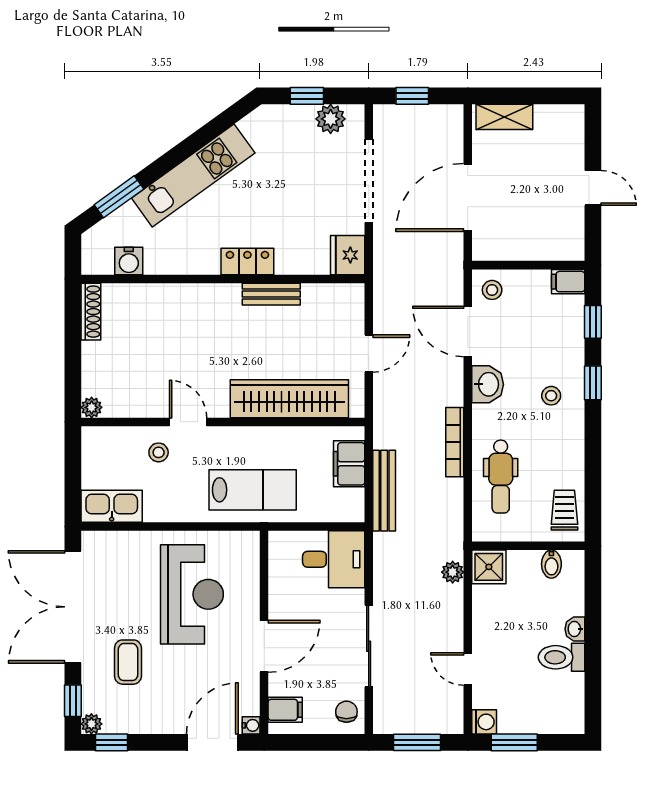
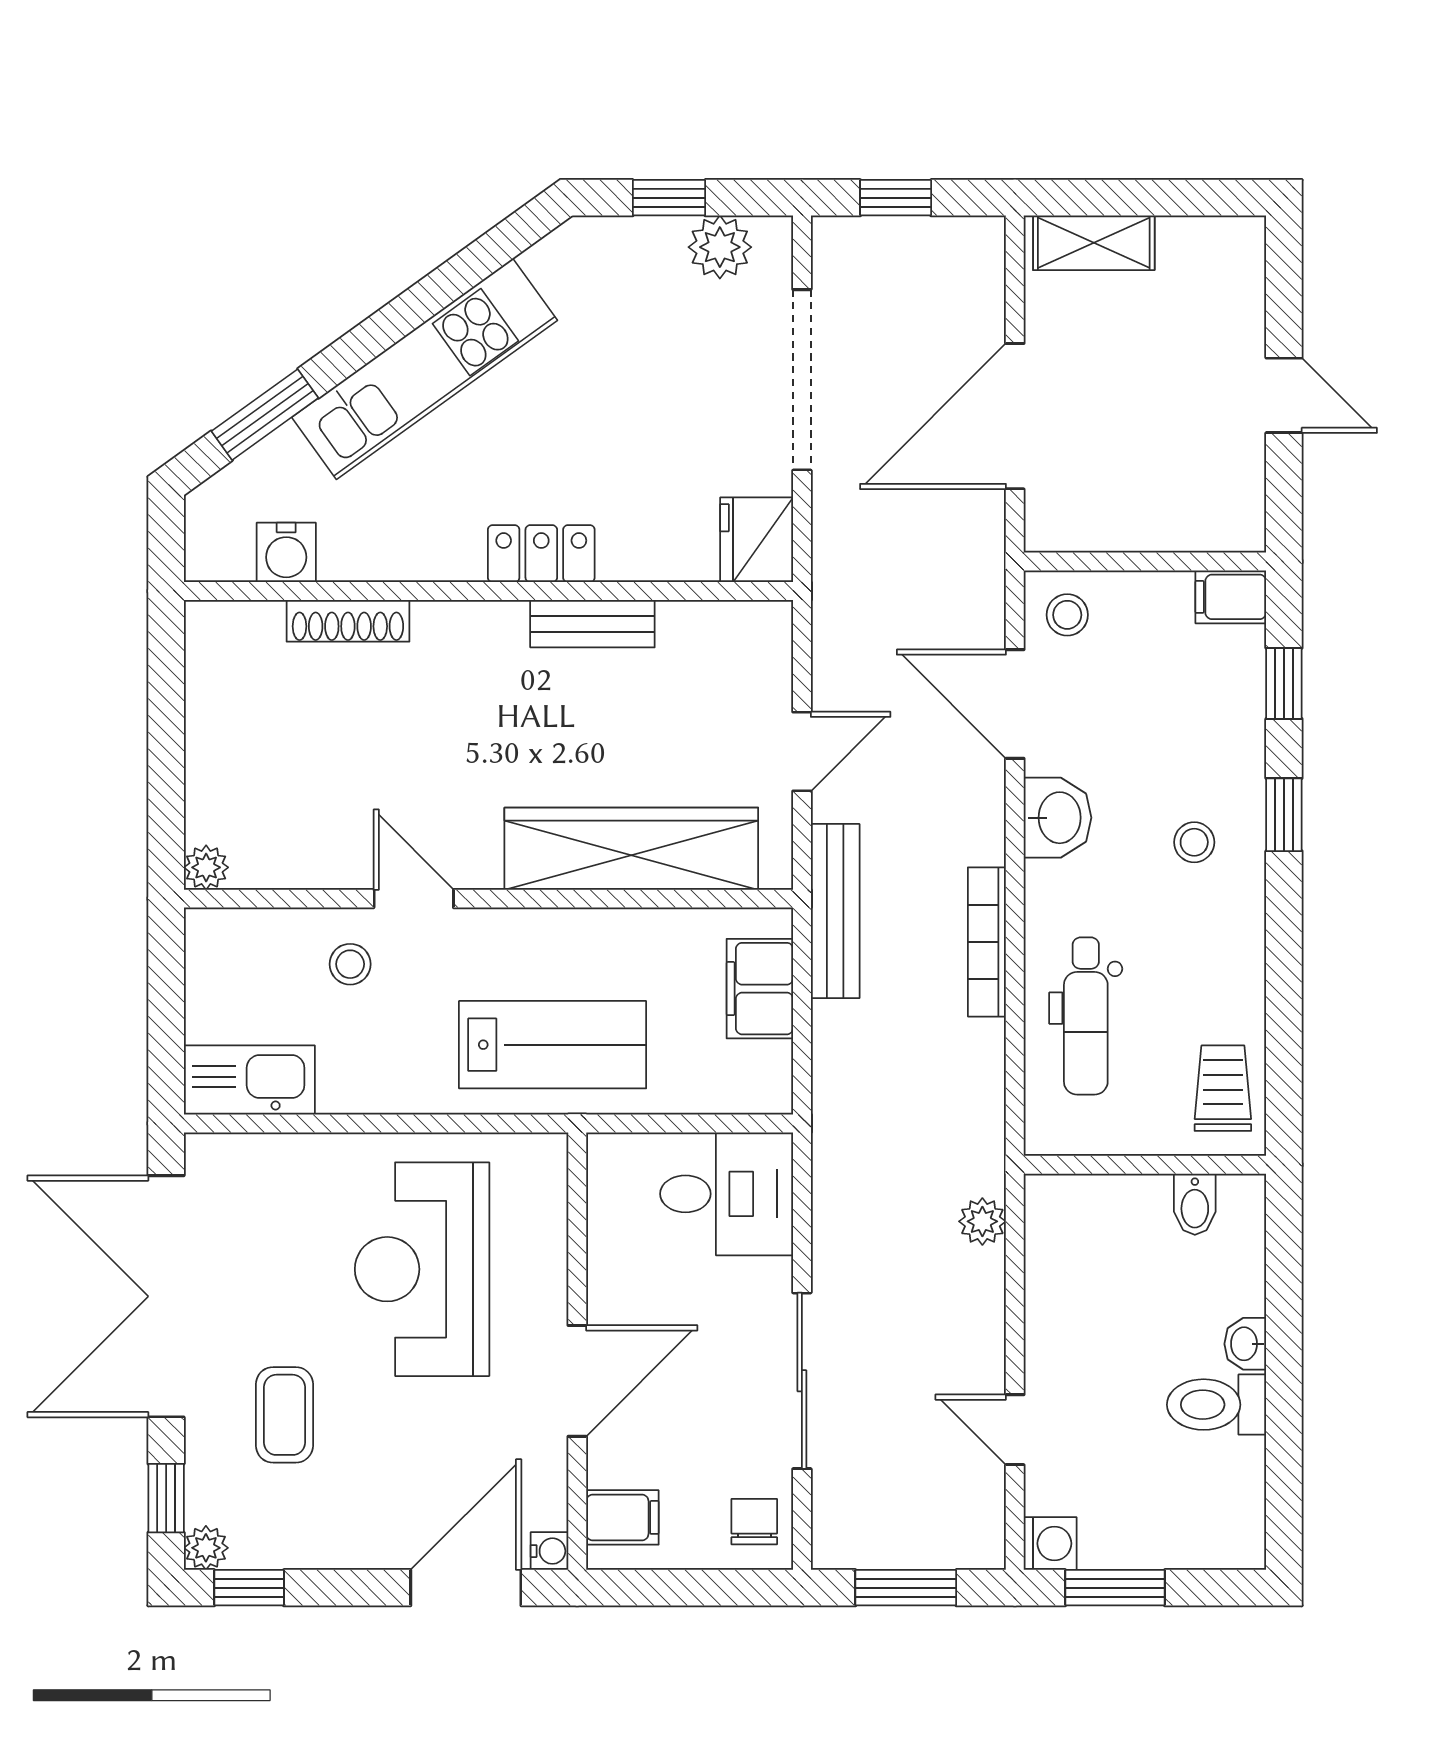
shoe rack: (91, 312) -> (348, 621), moved, turned 90
bench: (384, 491) -> (835, 911), moved
shower: (489, 567) -> (1060, 1210), removed
reception desk: (192, 594) -> (422, 1269), turned 180

